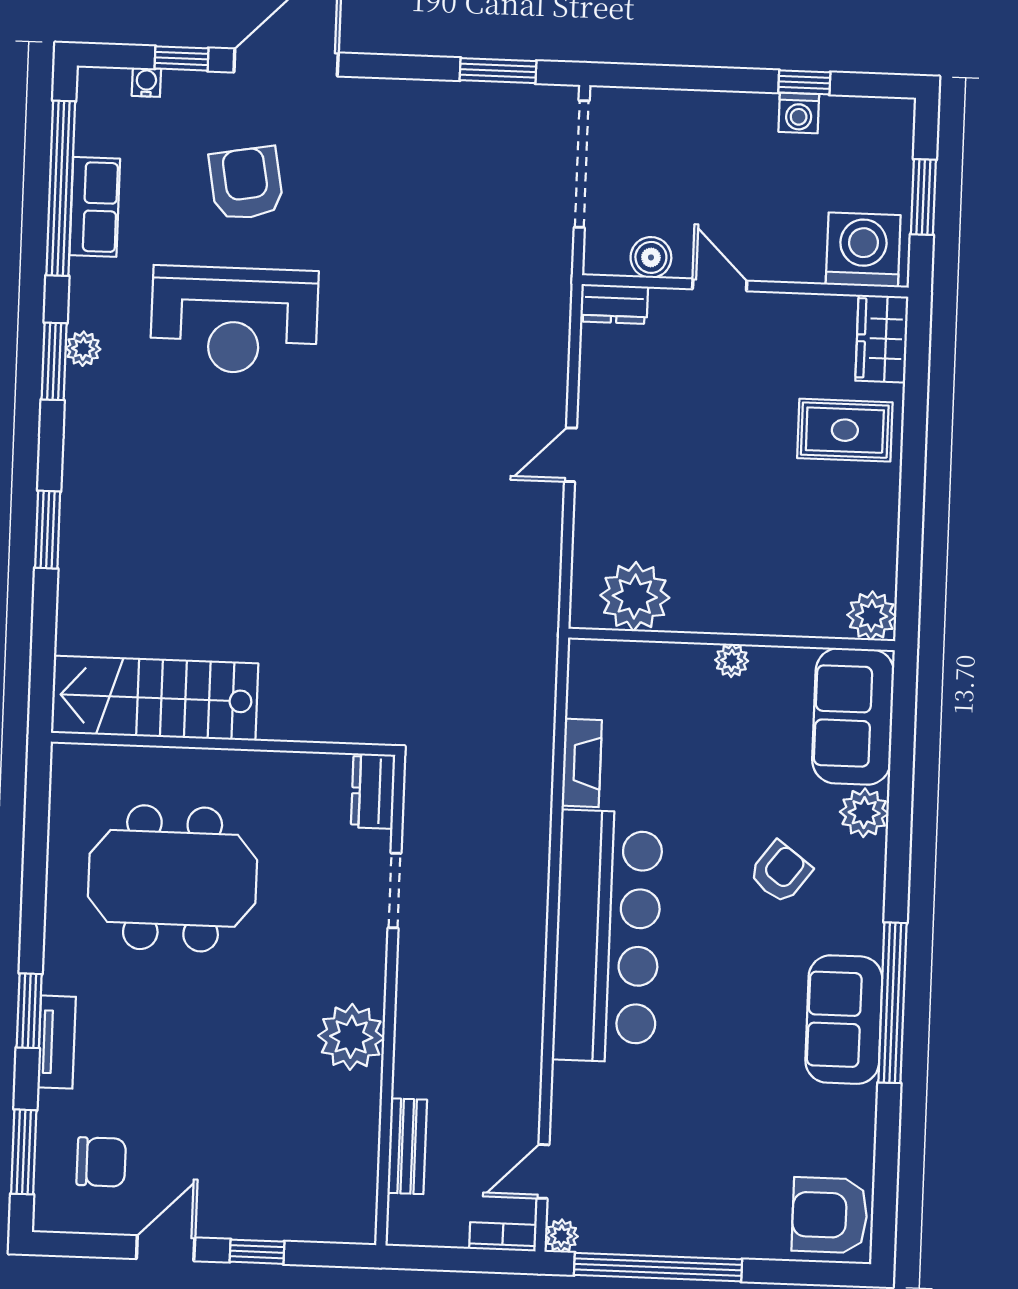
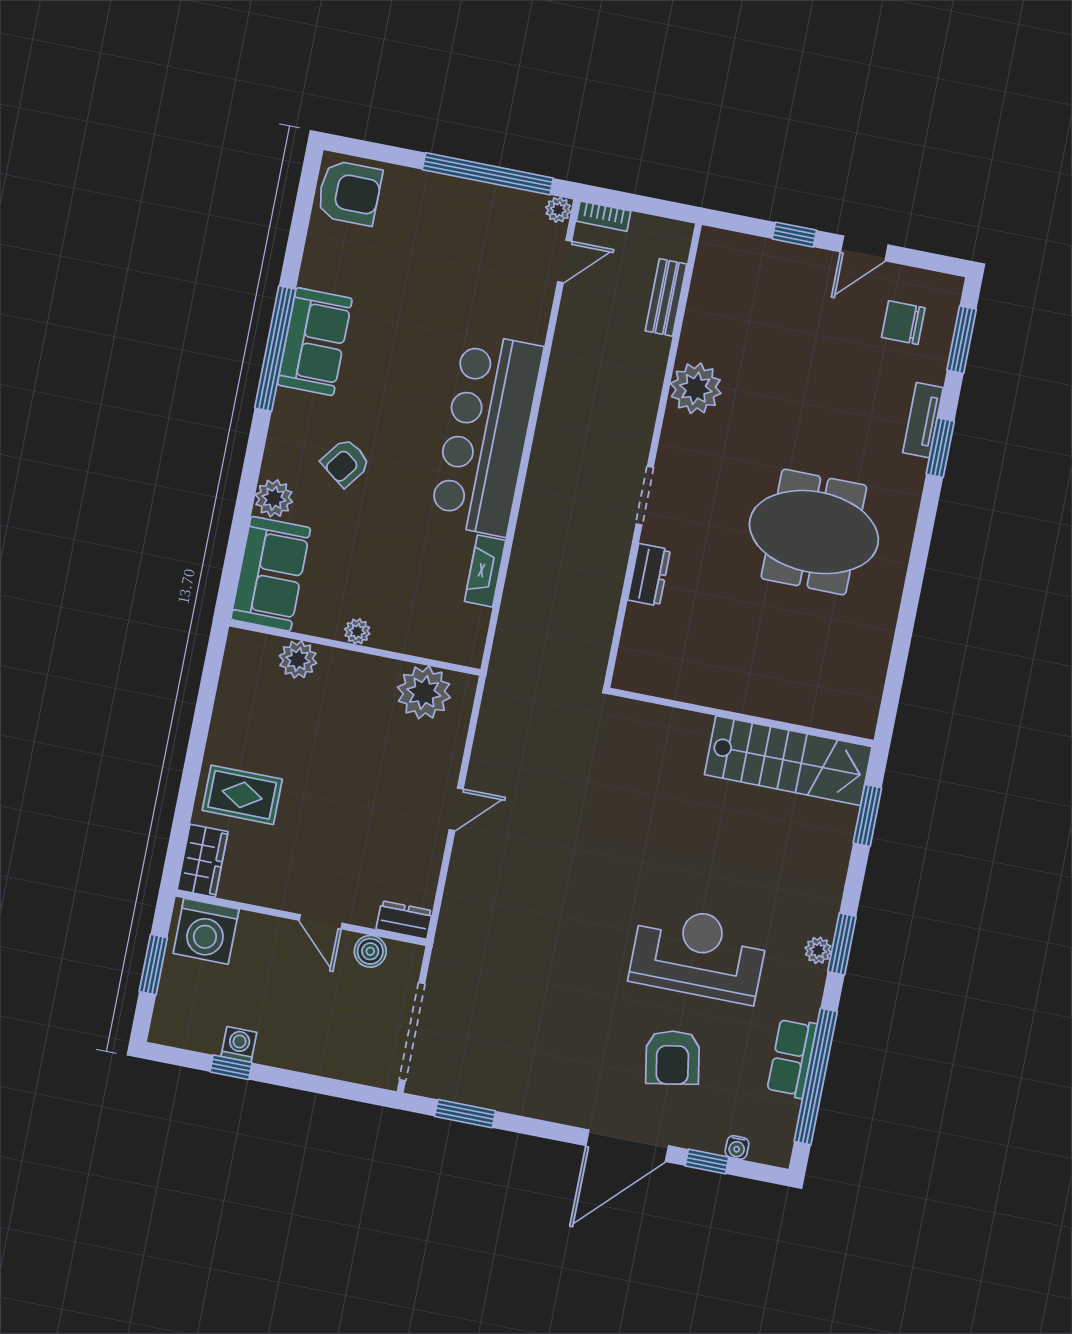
plant: (872, 616) -> (298, 659), moved
stairs: (155, 698) -> (788, 761), moved
wall: (223, 744) -> (741, 717), moved

